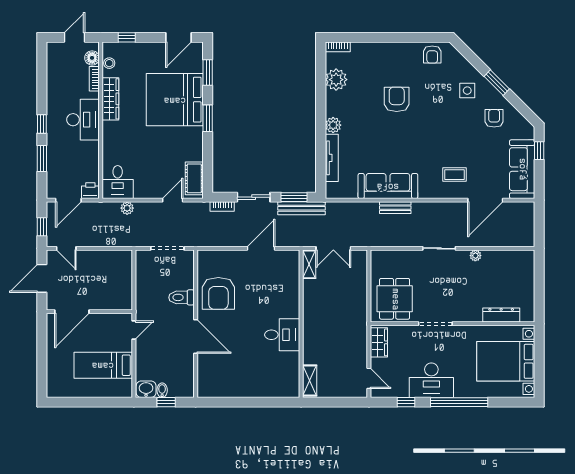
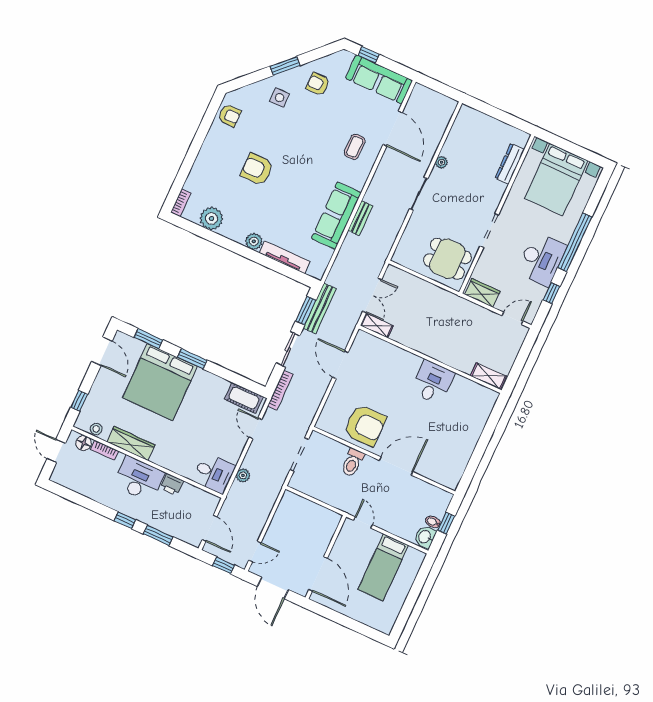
printer: (90, 191) -> (172, 485), moved, turned -90
bookcase: (222, 206) -> (280, 390), width x1.56

